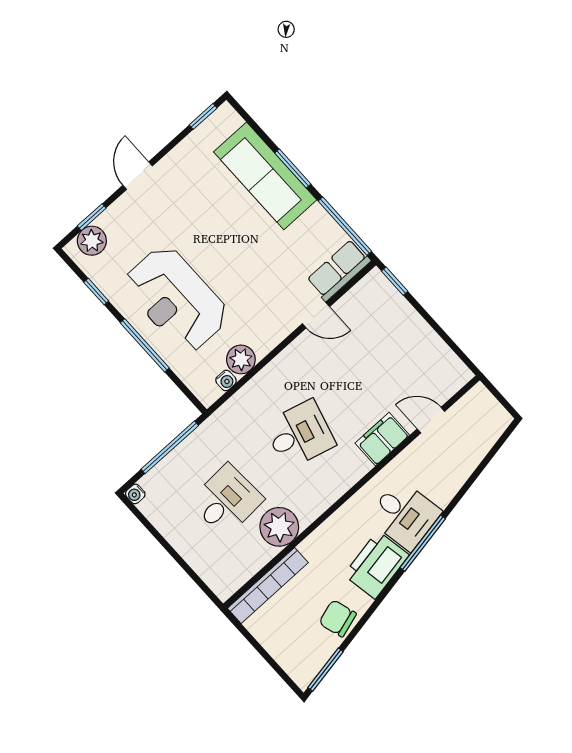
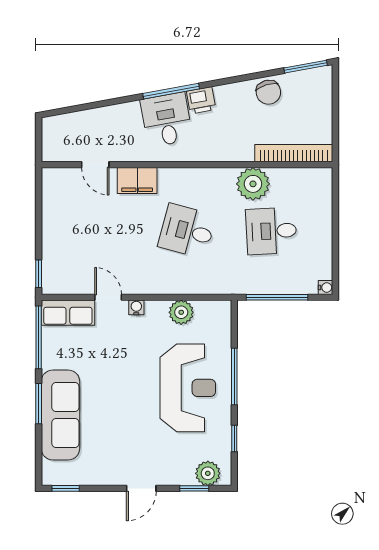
water cooler: (226, 380) -> (136, 307), moved
printer: (376, 565) -> (201, 100), width x0.53, depth x0.68

